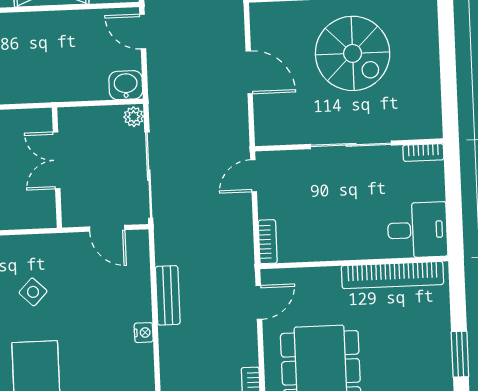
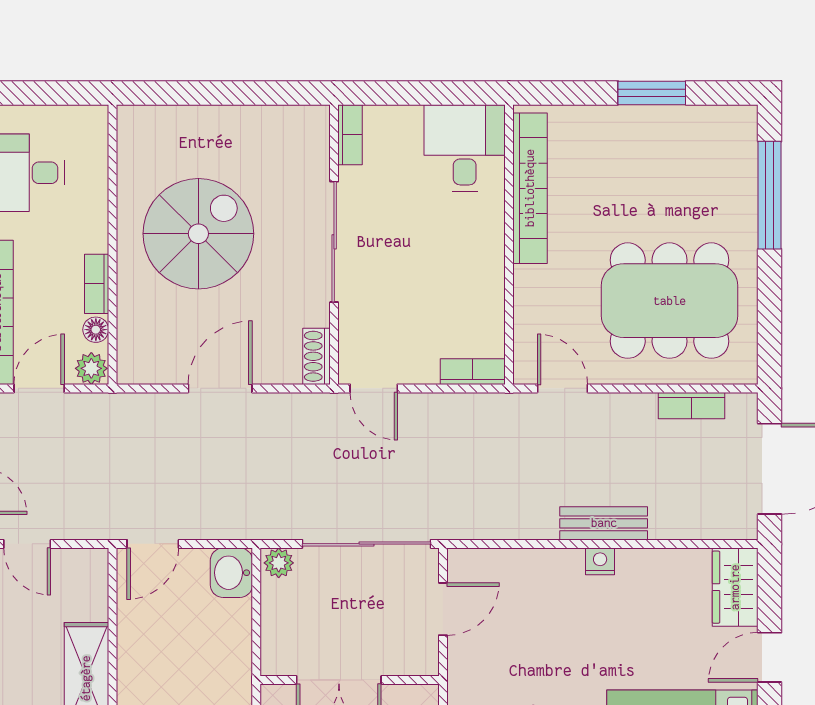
shoe rack: (274, 136) -> (316, 356), added
bench: (168, 295) -> (604, 523), moved

